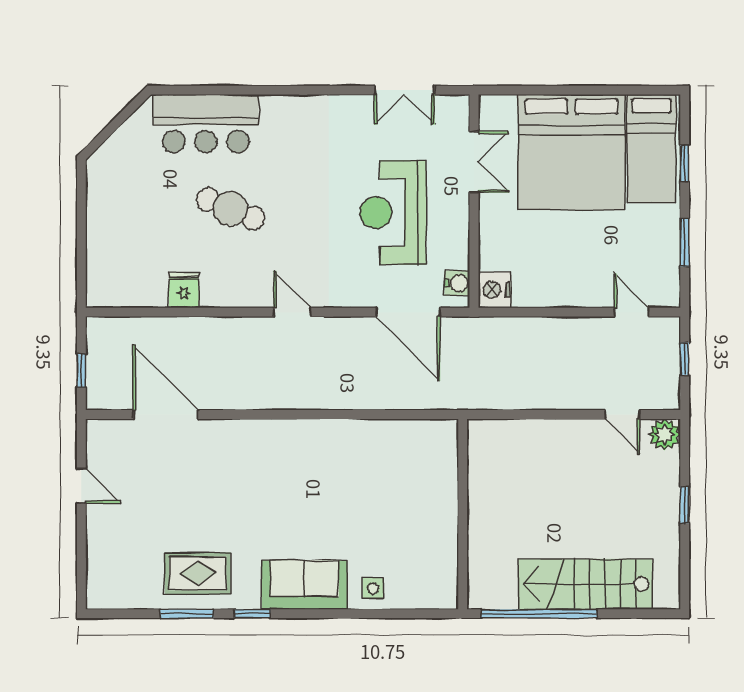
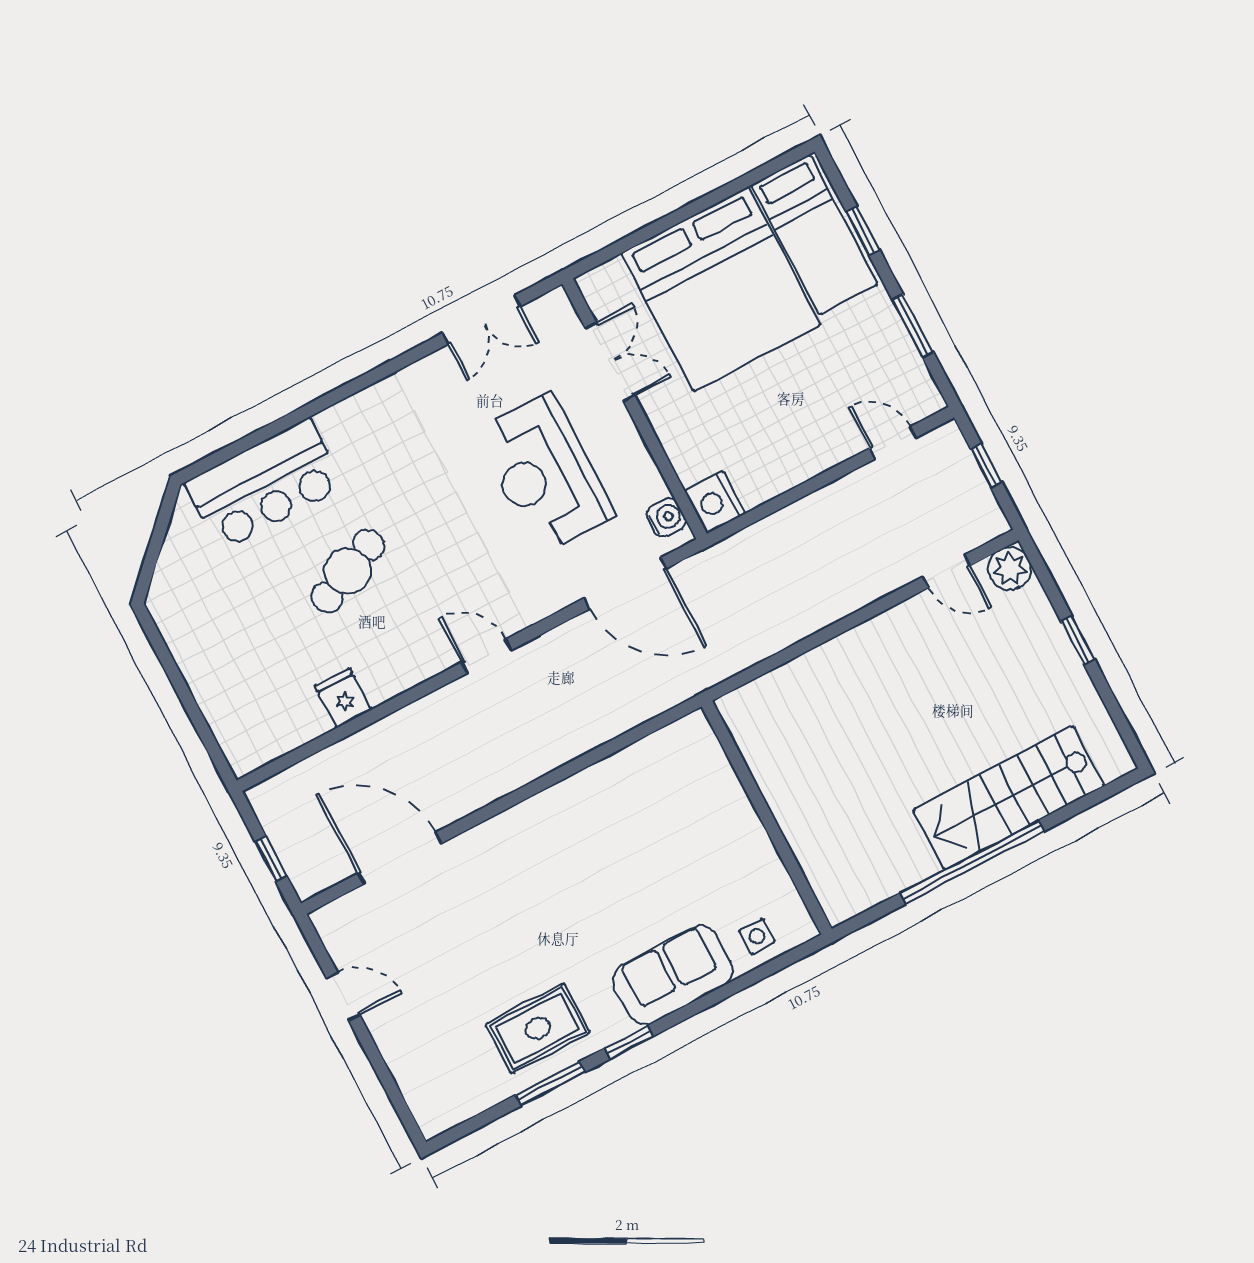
cafe table: (230, 209) -> (348, 571), turned -46
wall: (463, 514) -> (767, 818), moved

